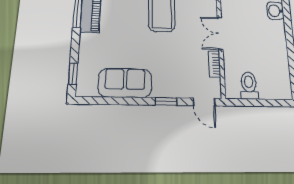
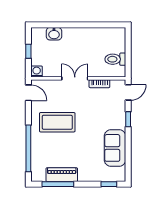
double door: (220, 33) -> (75, 78), swing flipped

